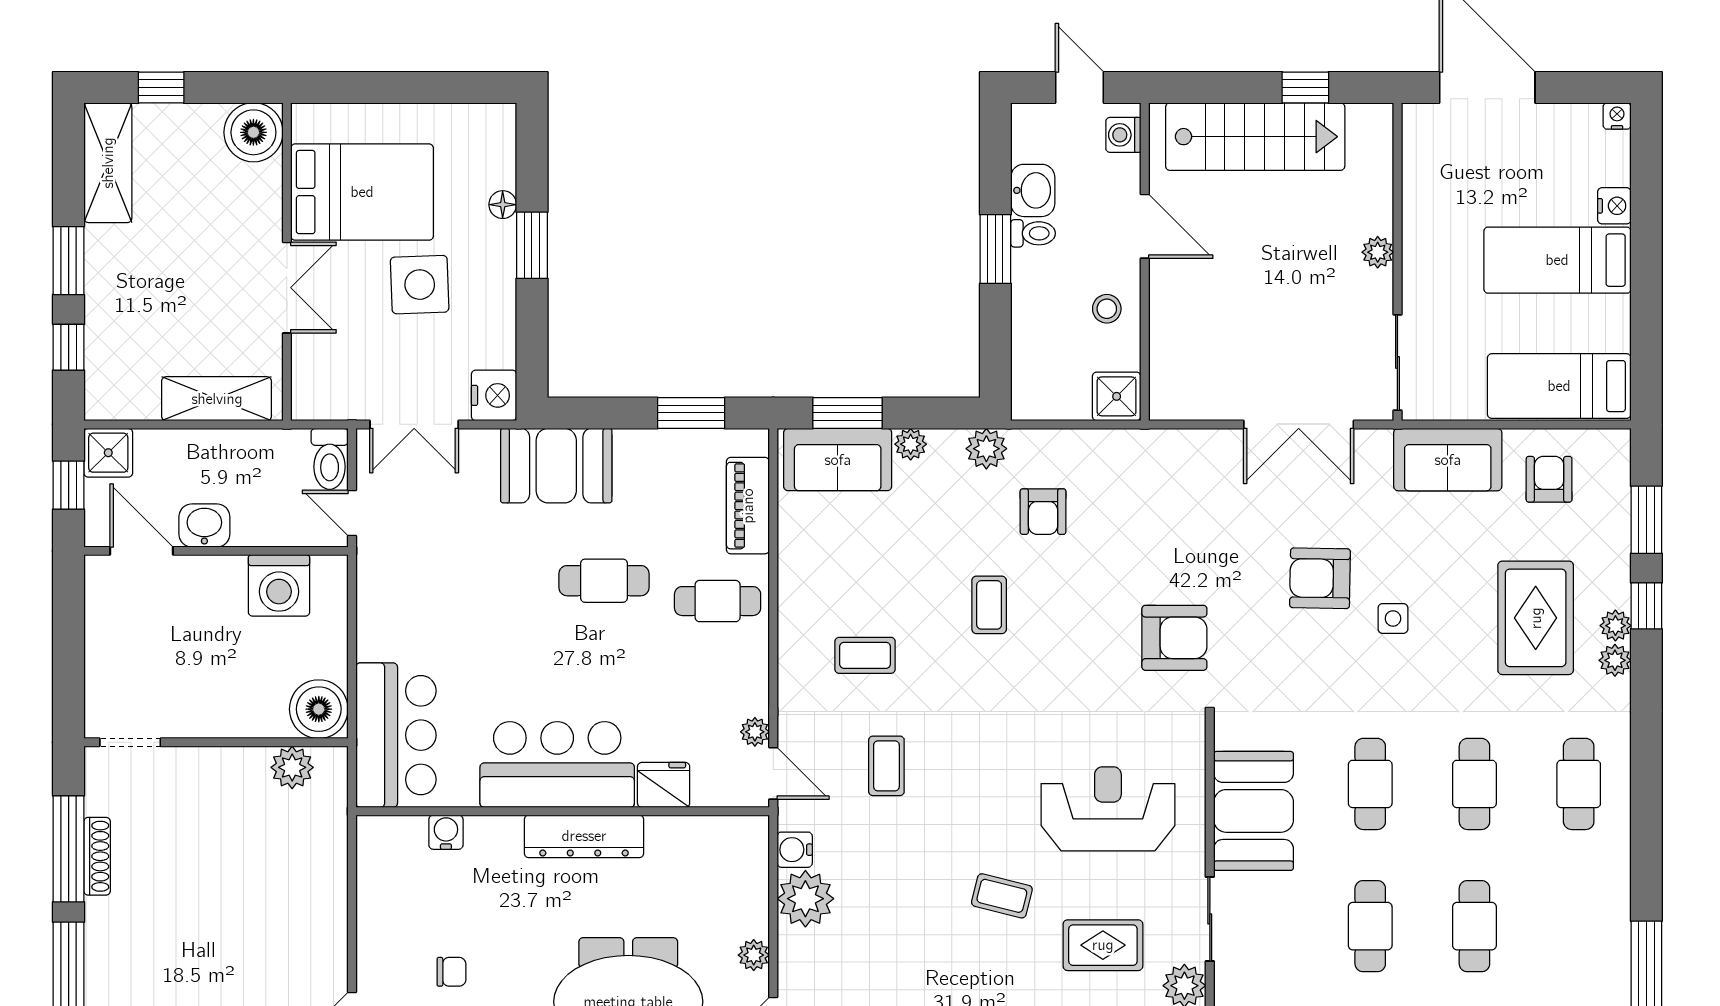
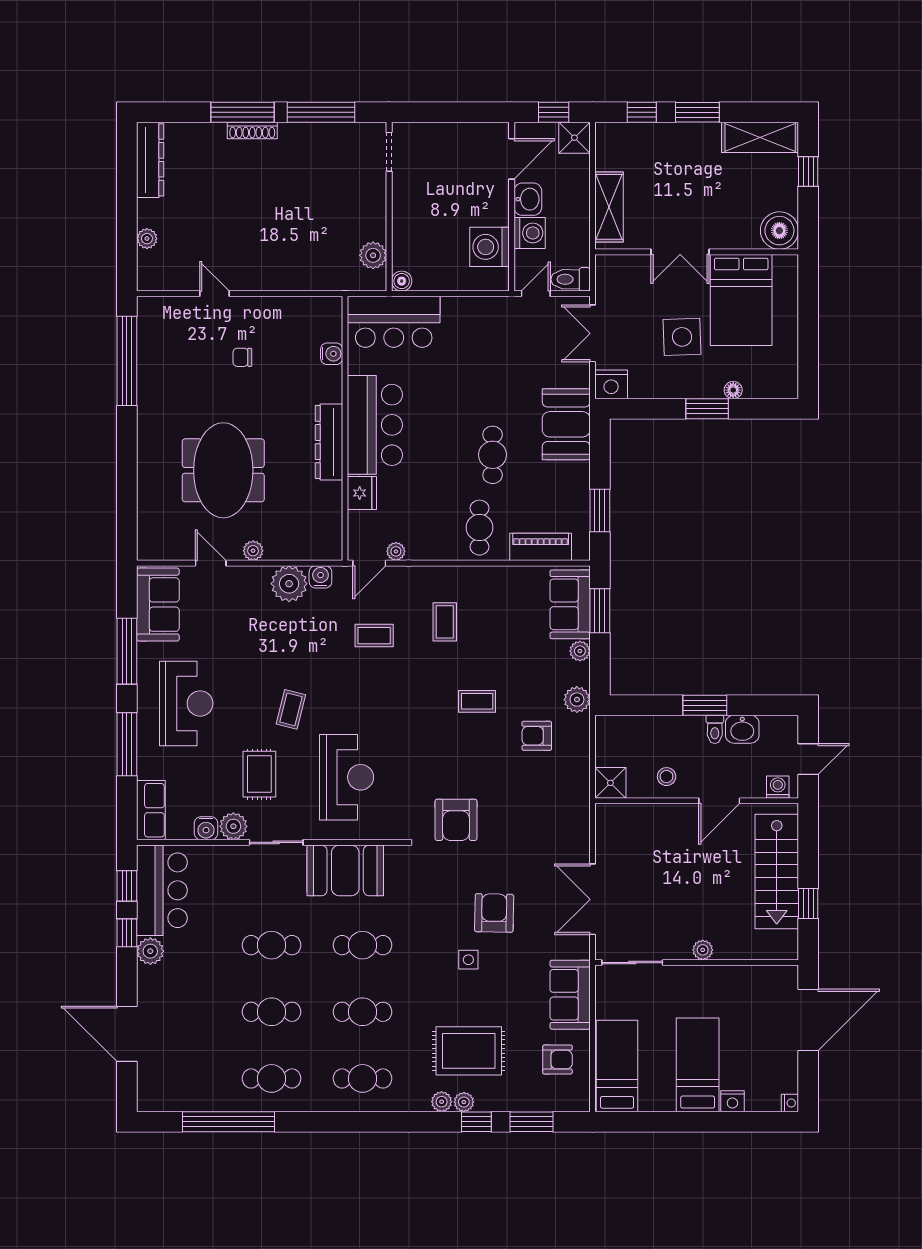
washing machine: (257, 523) -> (530, 233), added
boiler: (319, 709) -> (402, 281), width x0.54, depth x0.54
shoe rack: (97, 856) -> (252, 131), moved
cafe table: (1579, 926) -> (272, 1078), added
chair: (451, 972) -> (242, 357), turned 90

